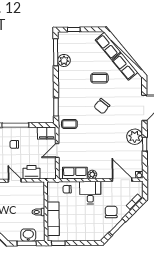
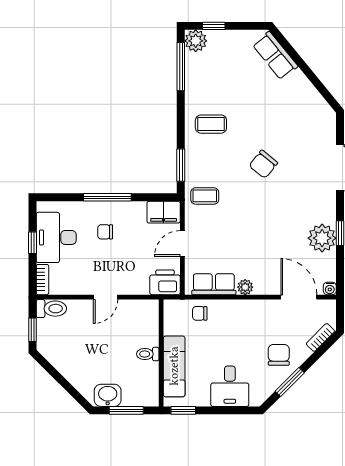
plant: (64, 60) -> (196, 41), moved
row of seats: (125, 66) -> (306, 93), removed
coffee table: (99, 78) -> (211, 124), moved
plant: (135, 137) -> (322, 238), moved
printer: (31, 172) -> (165, 282), moved
door: (15, 181) -> (106, 297), swing flipped
desk: (90, 193) -> (230, 386), moved, turned 180
washbasin: (28, 235) -> (108, 395), moved

